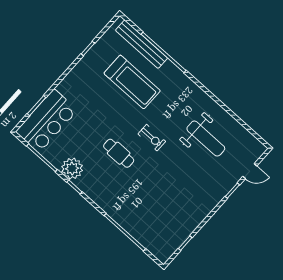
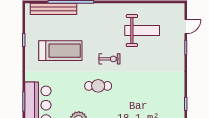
treadmill: (132, 82) -> (60, 51), moved

